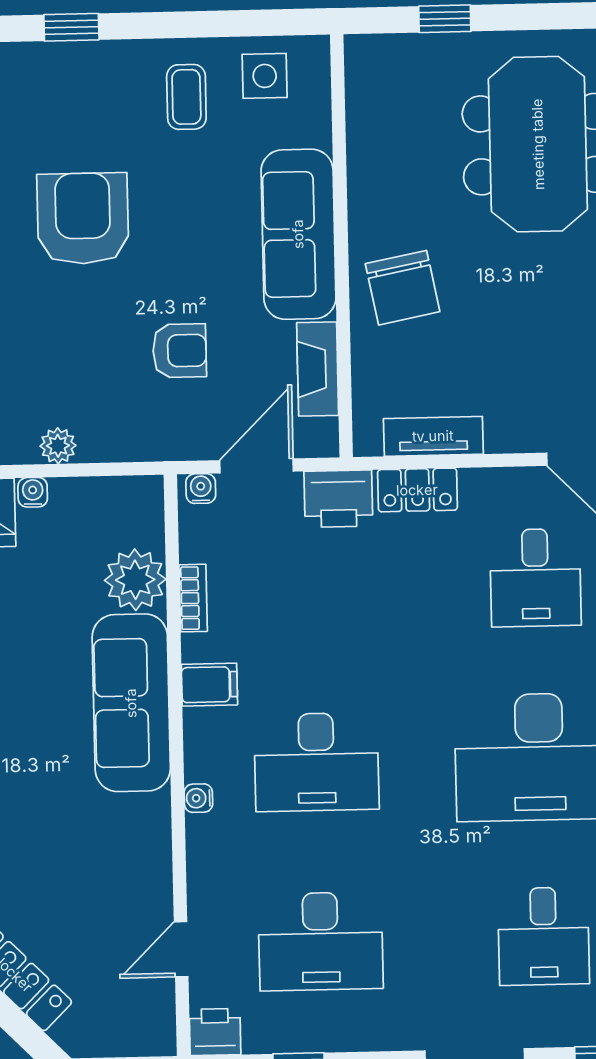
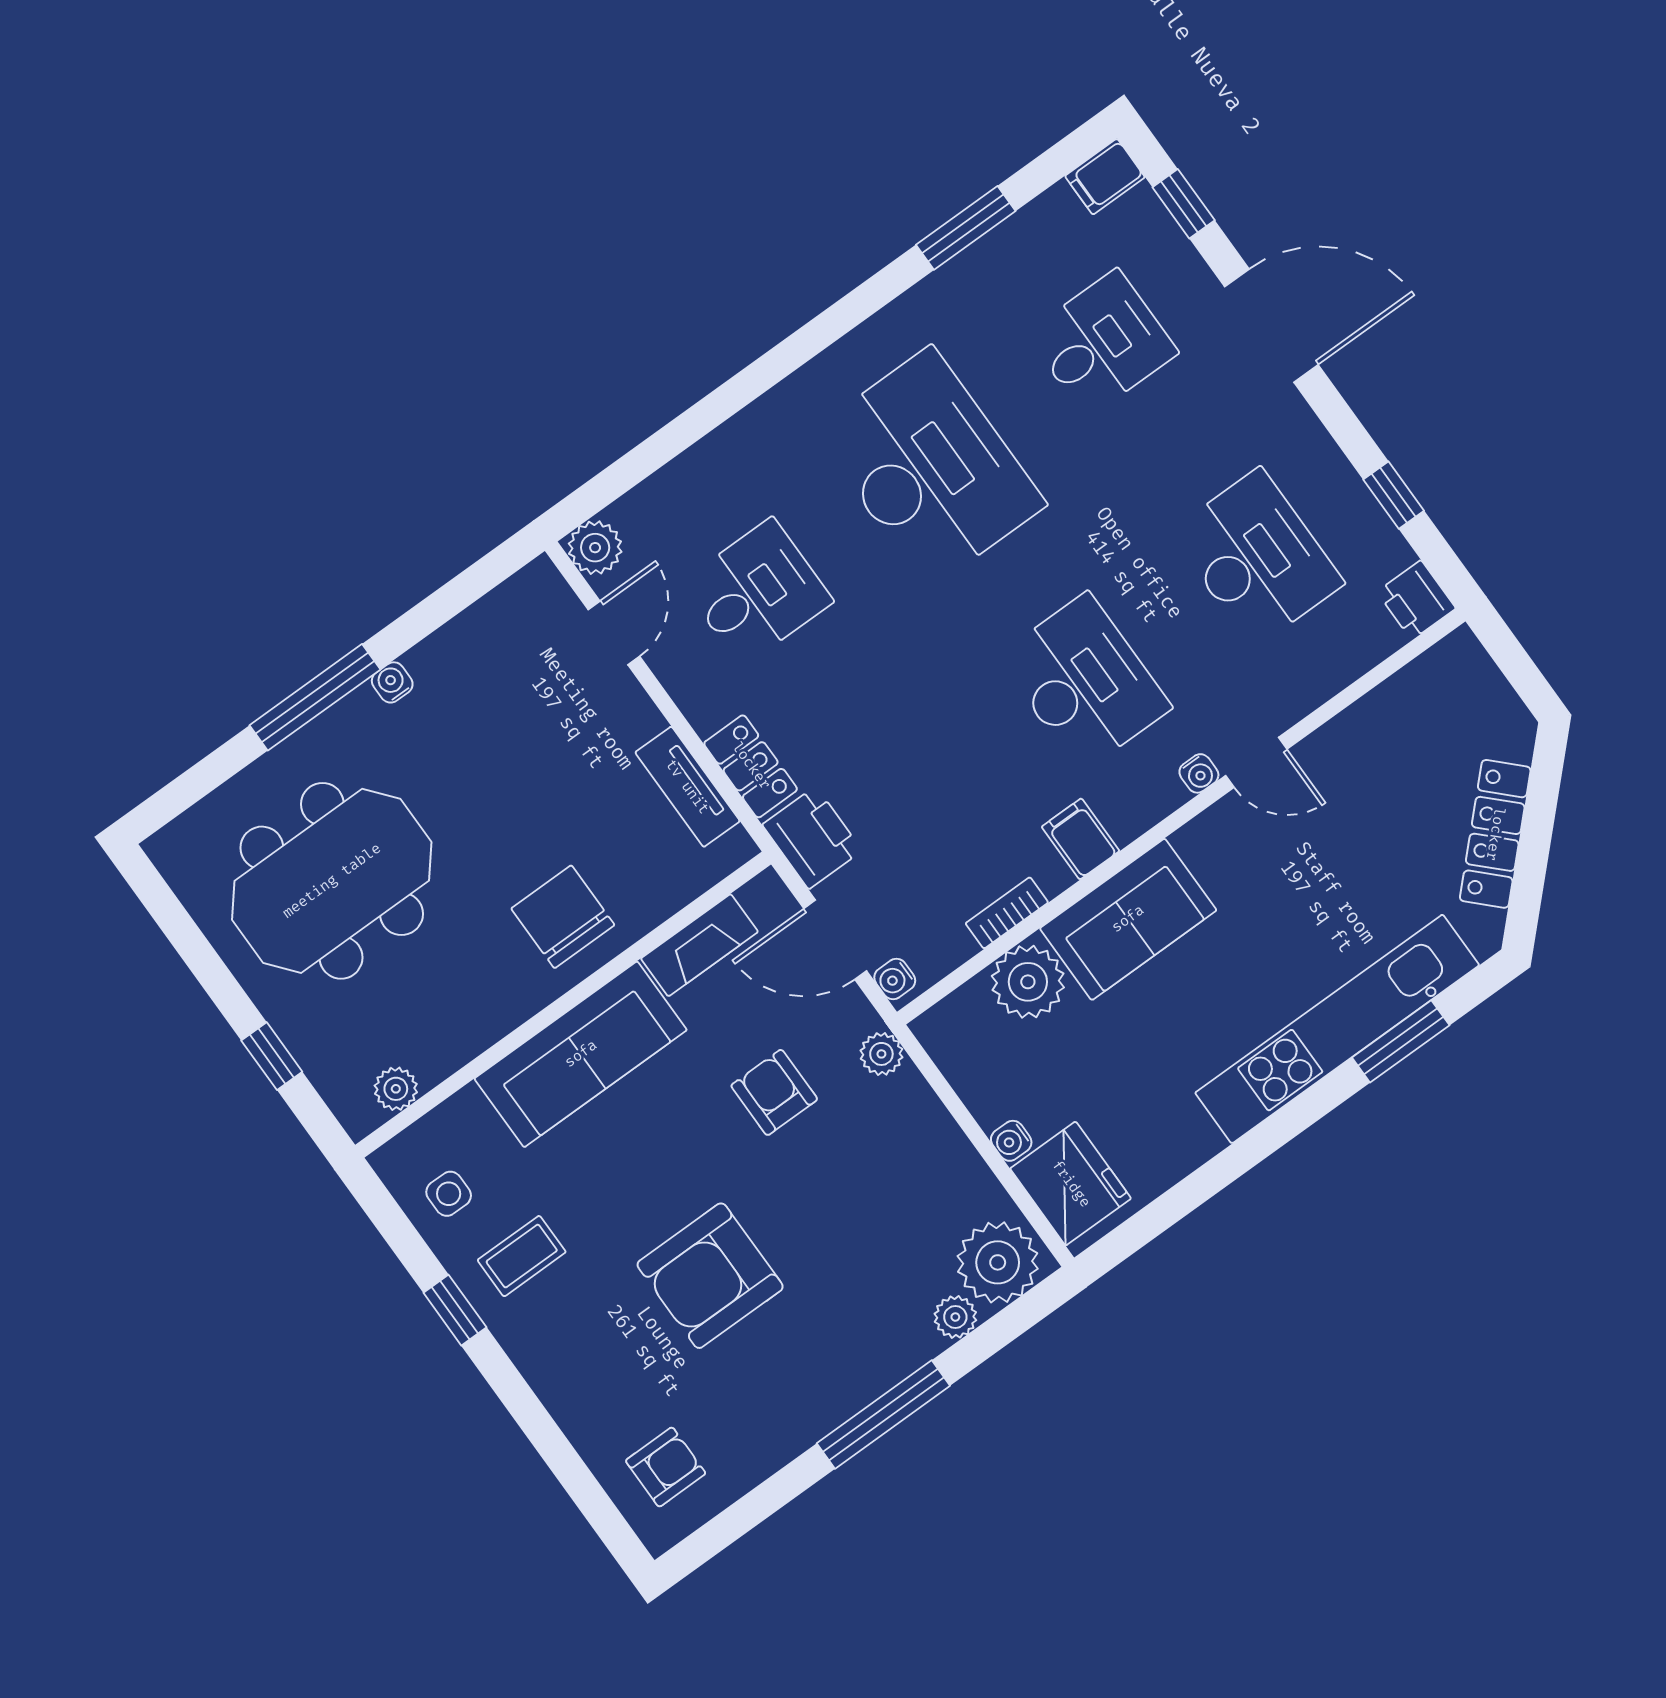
window: (71, 27) -> (455, 1310), moved
side table: (265, 76) -> (449, 1194), width x0.73, depth x0.73
plant: (363, 89) -> (396, 1089), added
chair: (403, 288) -> (563, 917), turned -79
plant: (58, 446) -> (881, 1054), moved
sofa: (131, 703) -> (1128, 919), width x0.73
door: (181, 949) -> (1256, 762), moved

